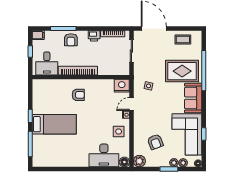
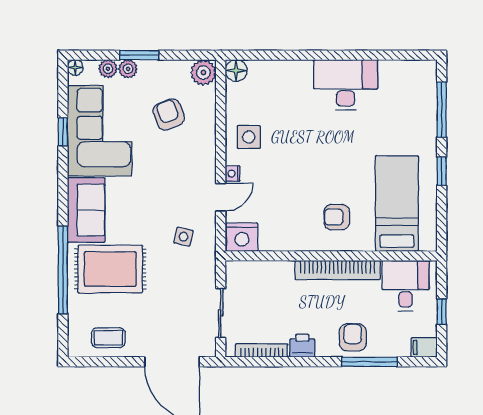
bed: (54, 124) -> (397, 204), moved, turned 90
desk: (104, 155) -> (346, 85), moved

